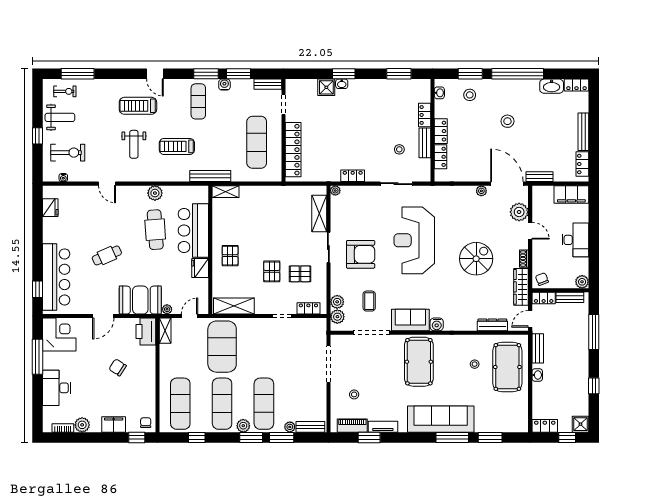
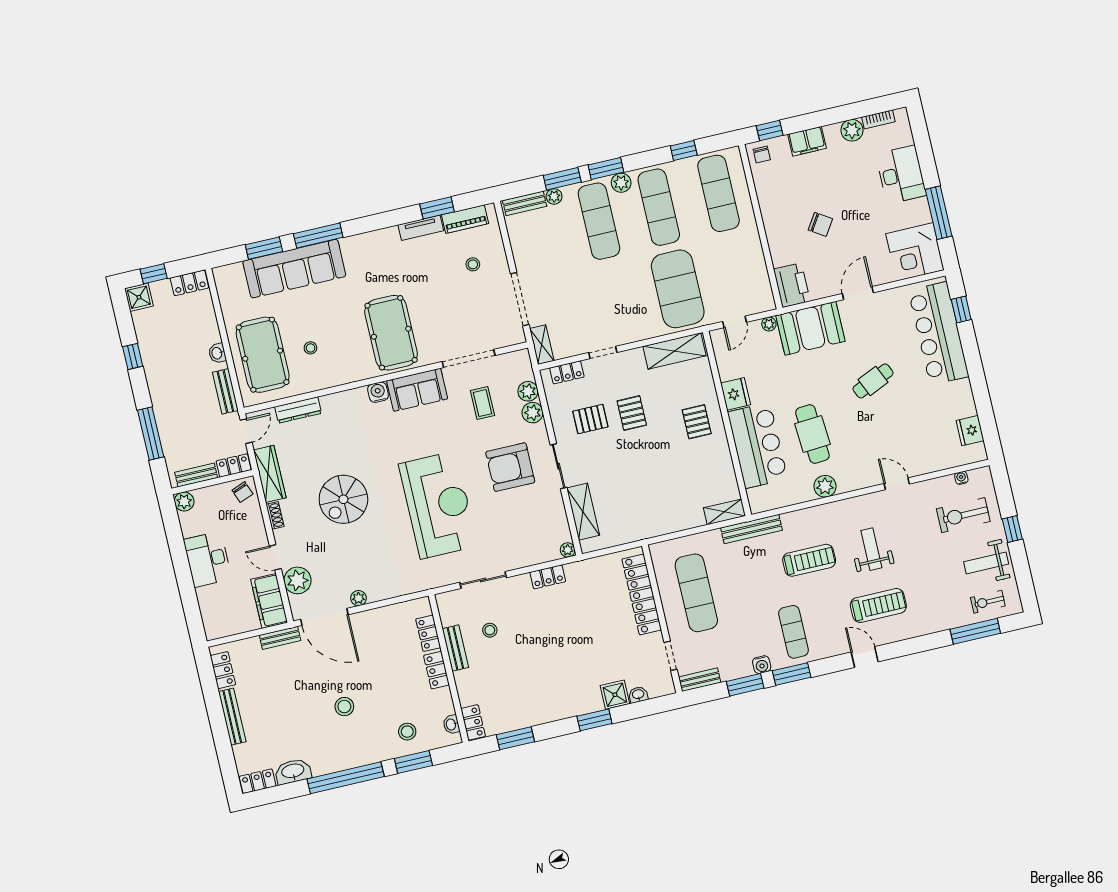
washbasin: (342, 84) -> (638, 695), moved
locker: (425, 115) -> (473, 722), moved
filing cabinet: (571, 195) -> (269, 601), moved, turned -90
plant: (337, 317) -> (533, 413), moved
shelving: (165, 331) -> (542, 345), moved
sofa: (441, 419) -> (294, 269), moved

